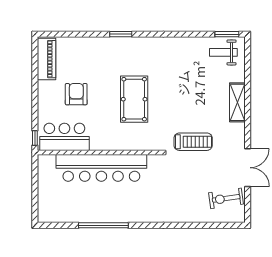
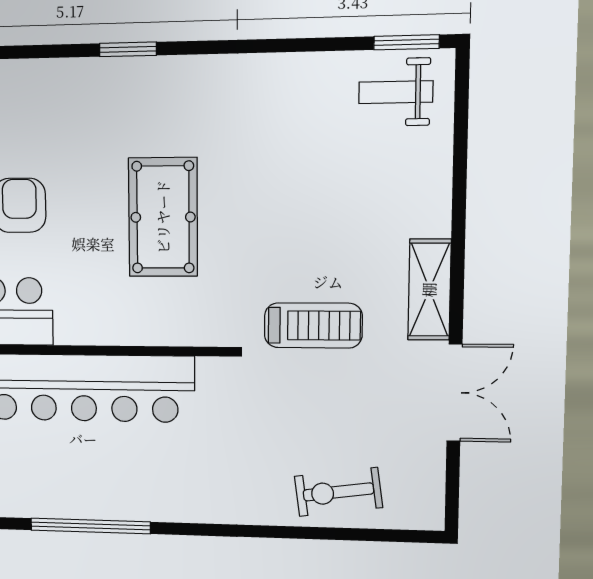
shelving: (237, 102) -> (429, 290), moved
exercise bike: (226, 198) -> (338, 492), moved

